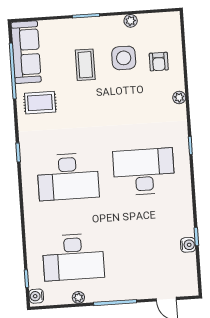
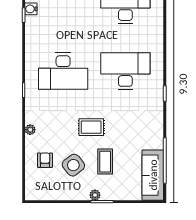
plant: (131, 21) -> (95, 195), moved
side table: (124, 58) -> (73, 165), turned -38
rug: (40, 103) -> (91, 127), moved

